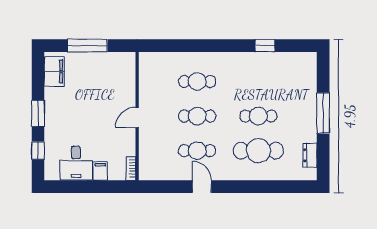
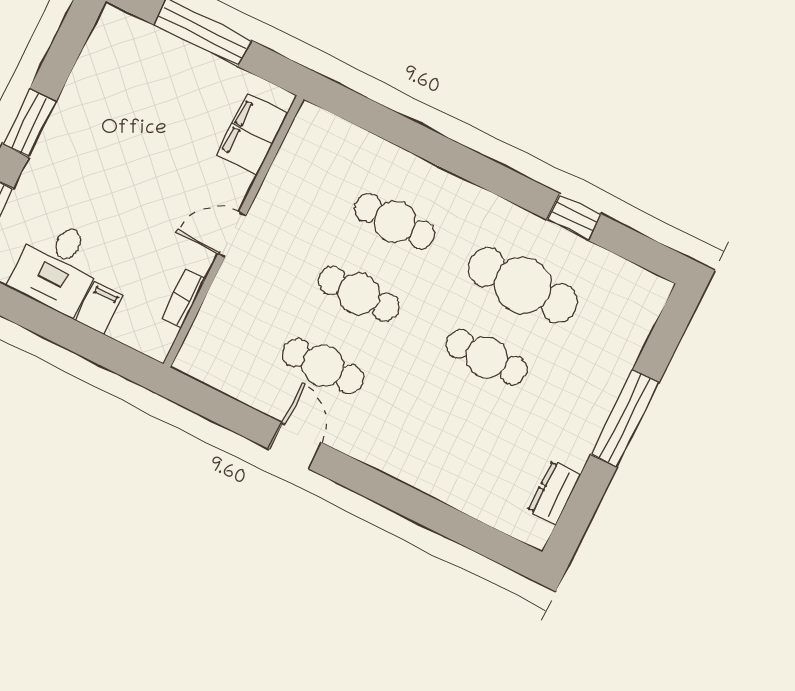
filing cabinet: (54, 72) -> (252, 134), moved, turned 180
cafe table: (258, 151) -> (523, 285), moved
bookcase: (131, 169) -> (184, 298), moved

